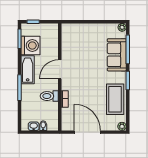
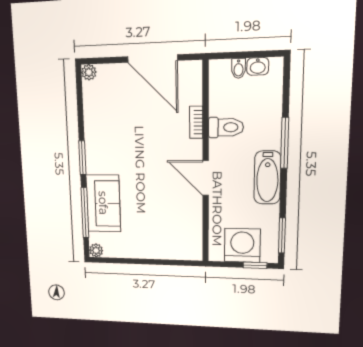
washing machine: (30, 46) -> (242, 245), moved, turned 90
door: (60, 69) -> (206, 178), swing flipped
coffee table: (115, 99) -> (103, 123), removed

